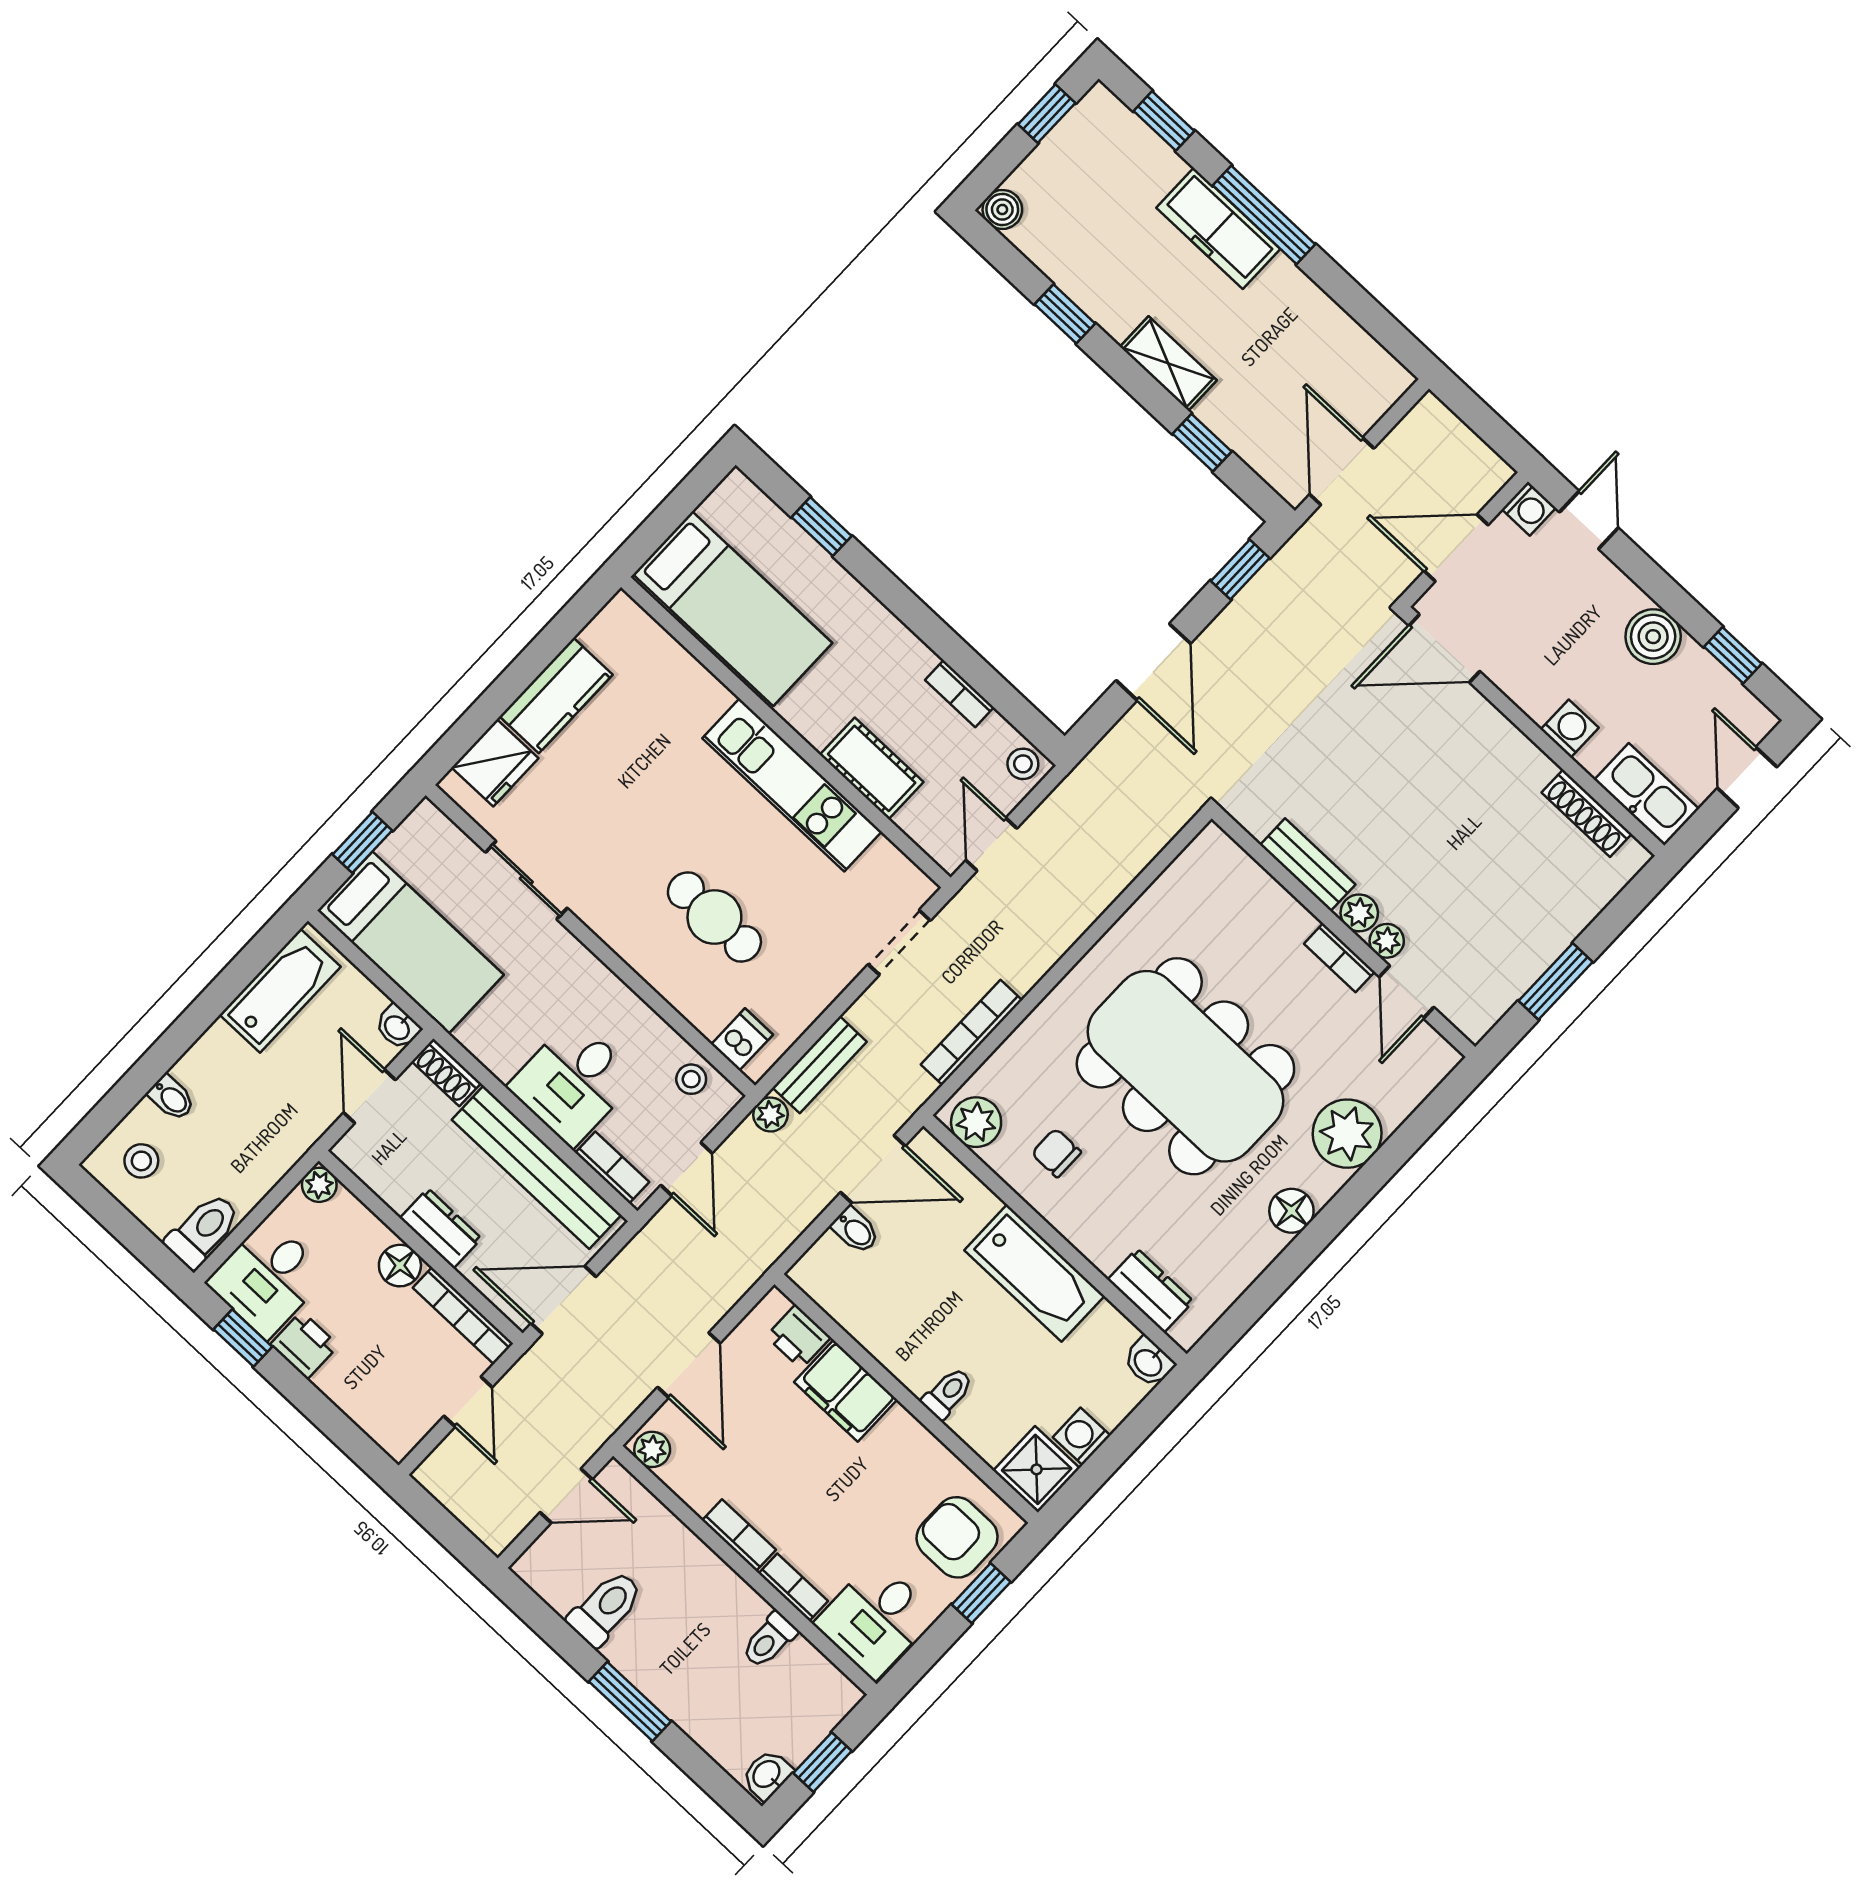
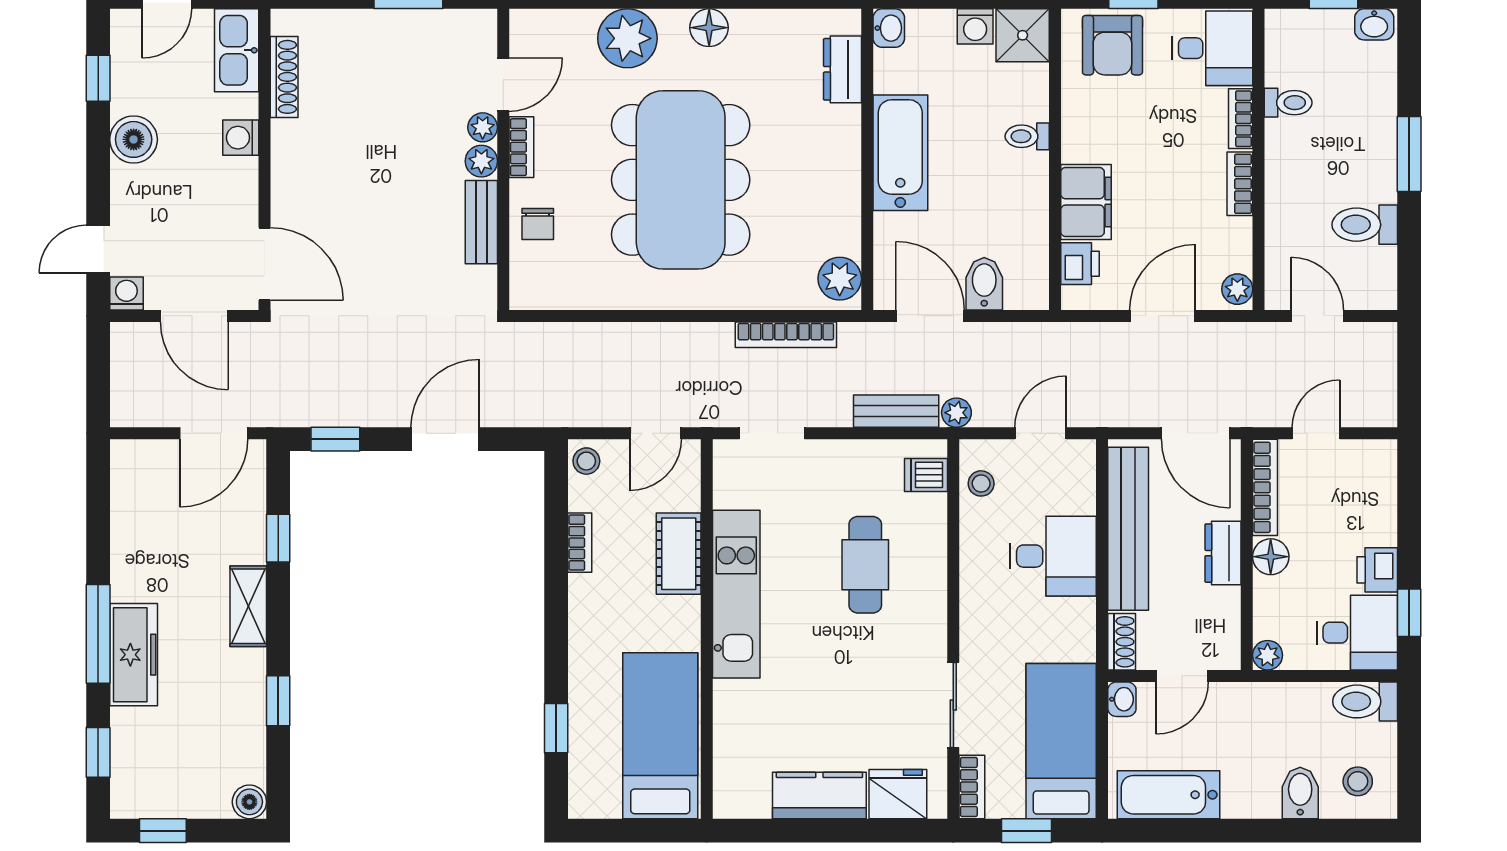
bidet: (171, 1098) -> (1300, 793), width x1.38, depth x1.36
chair: (1056, 1153) -> (538, 224), moved
bookcase: (612, 1167) -> (972, 787), moved, turned 180
bidet: (855, 1230) -> (984, 284), width x1.38, depth x1.36

